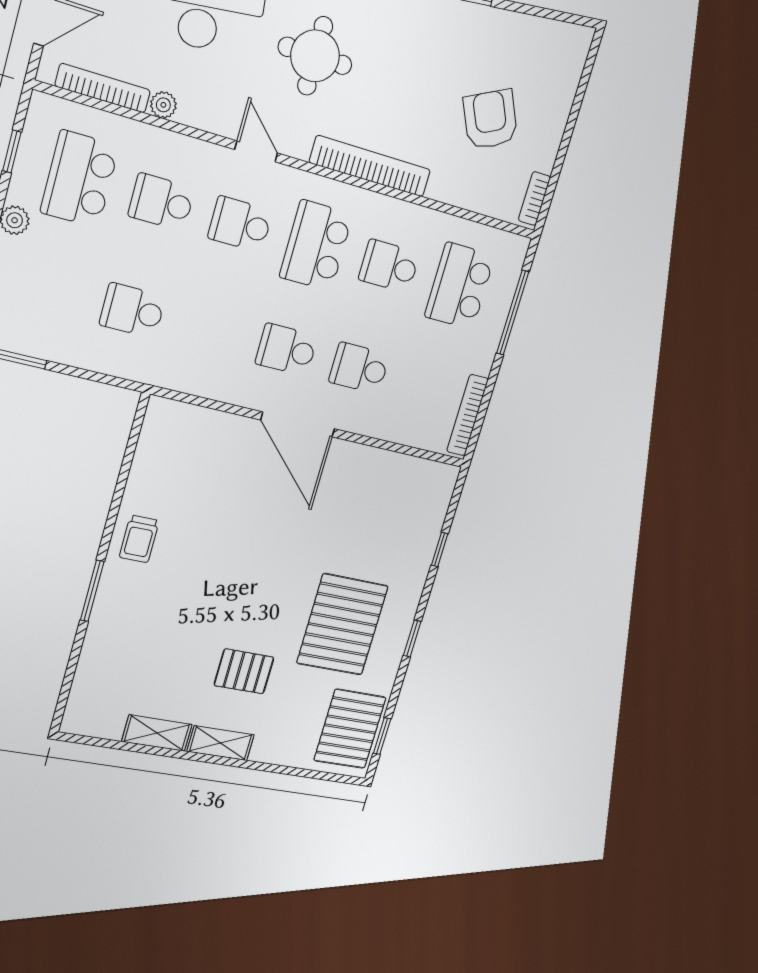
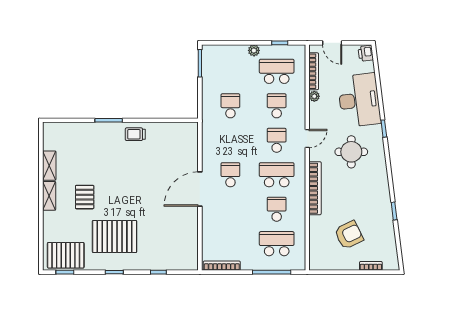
bookcase: (534, 199) -> (371, 266), moved
school desk: (359, 368) -> (230, 209), removed

